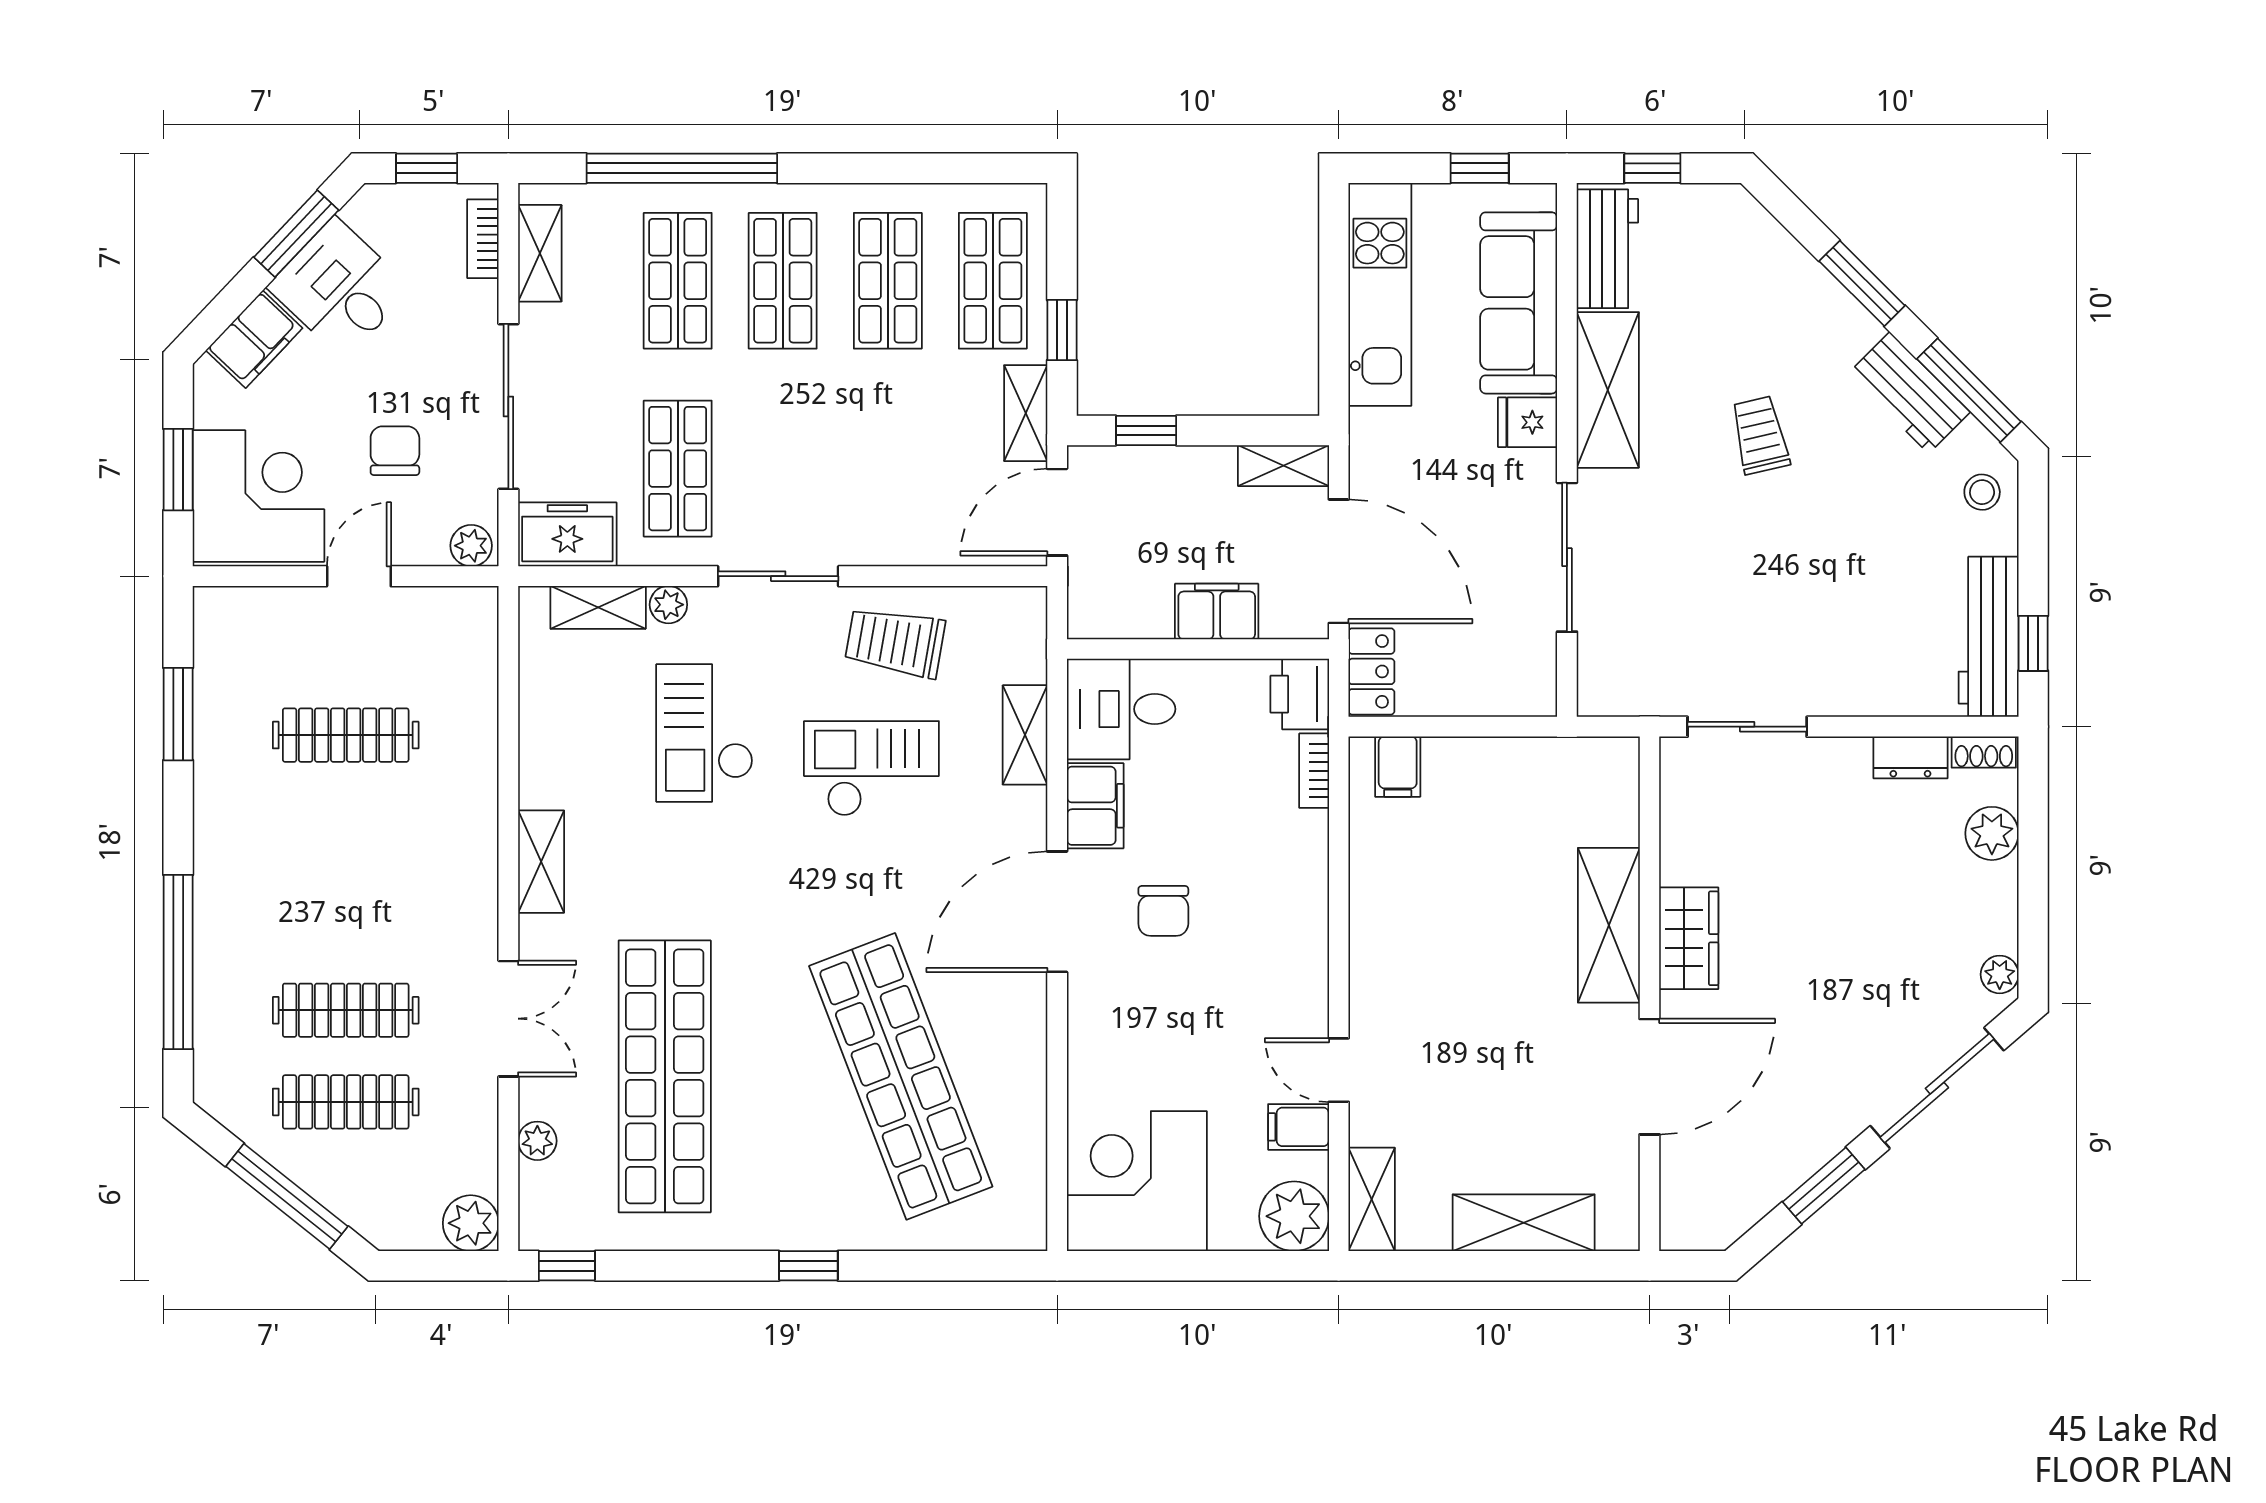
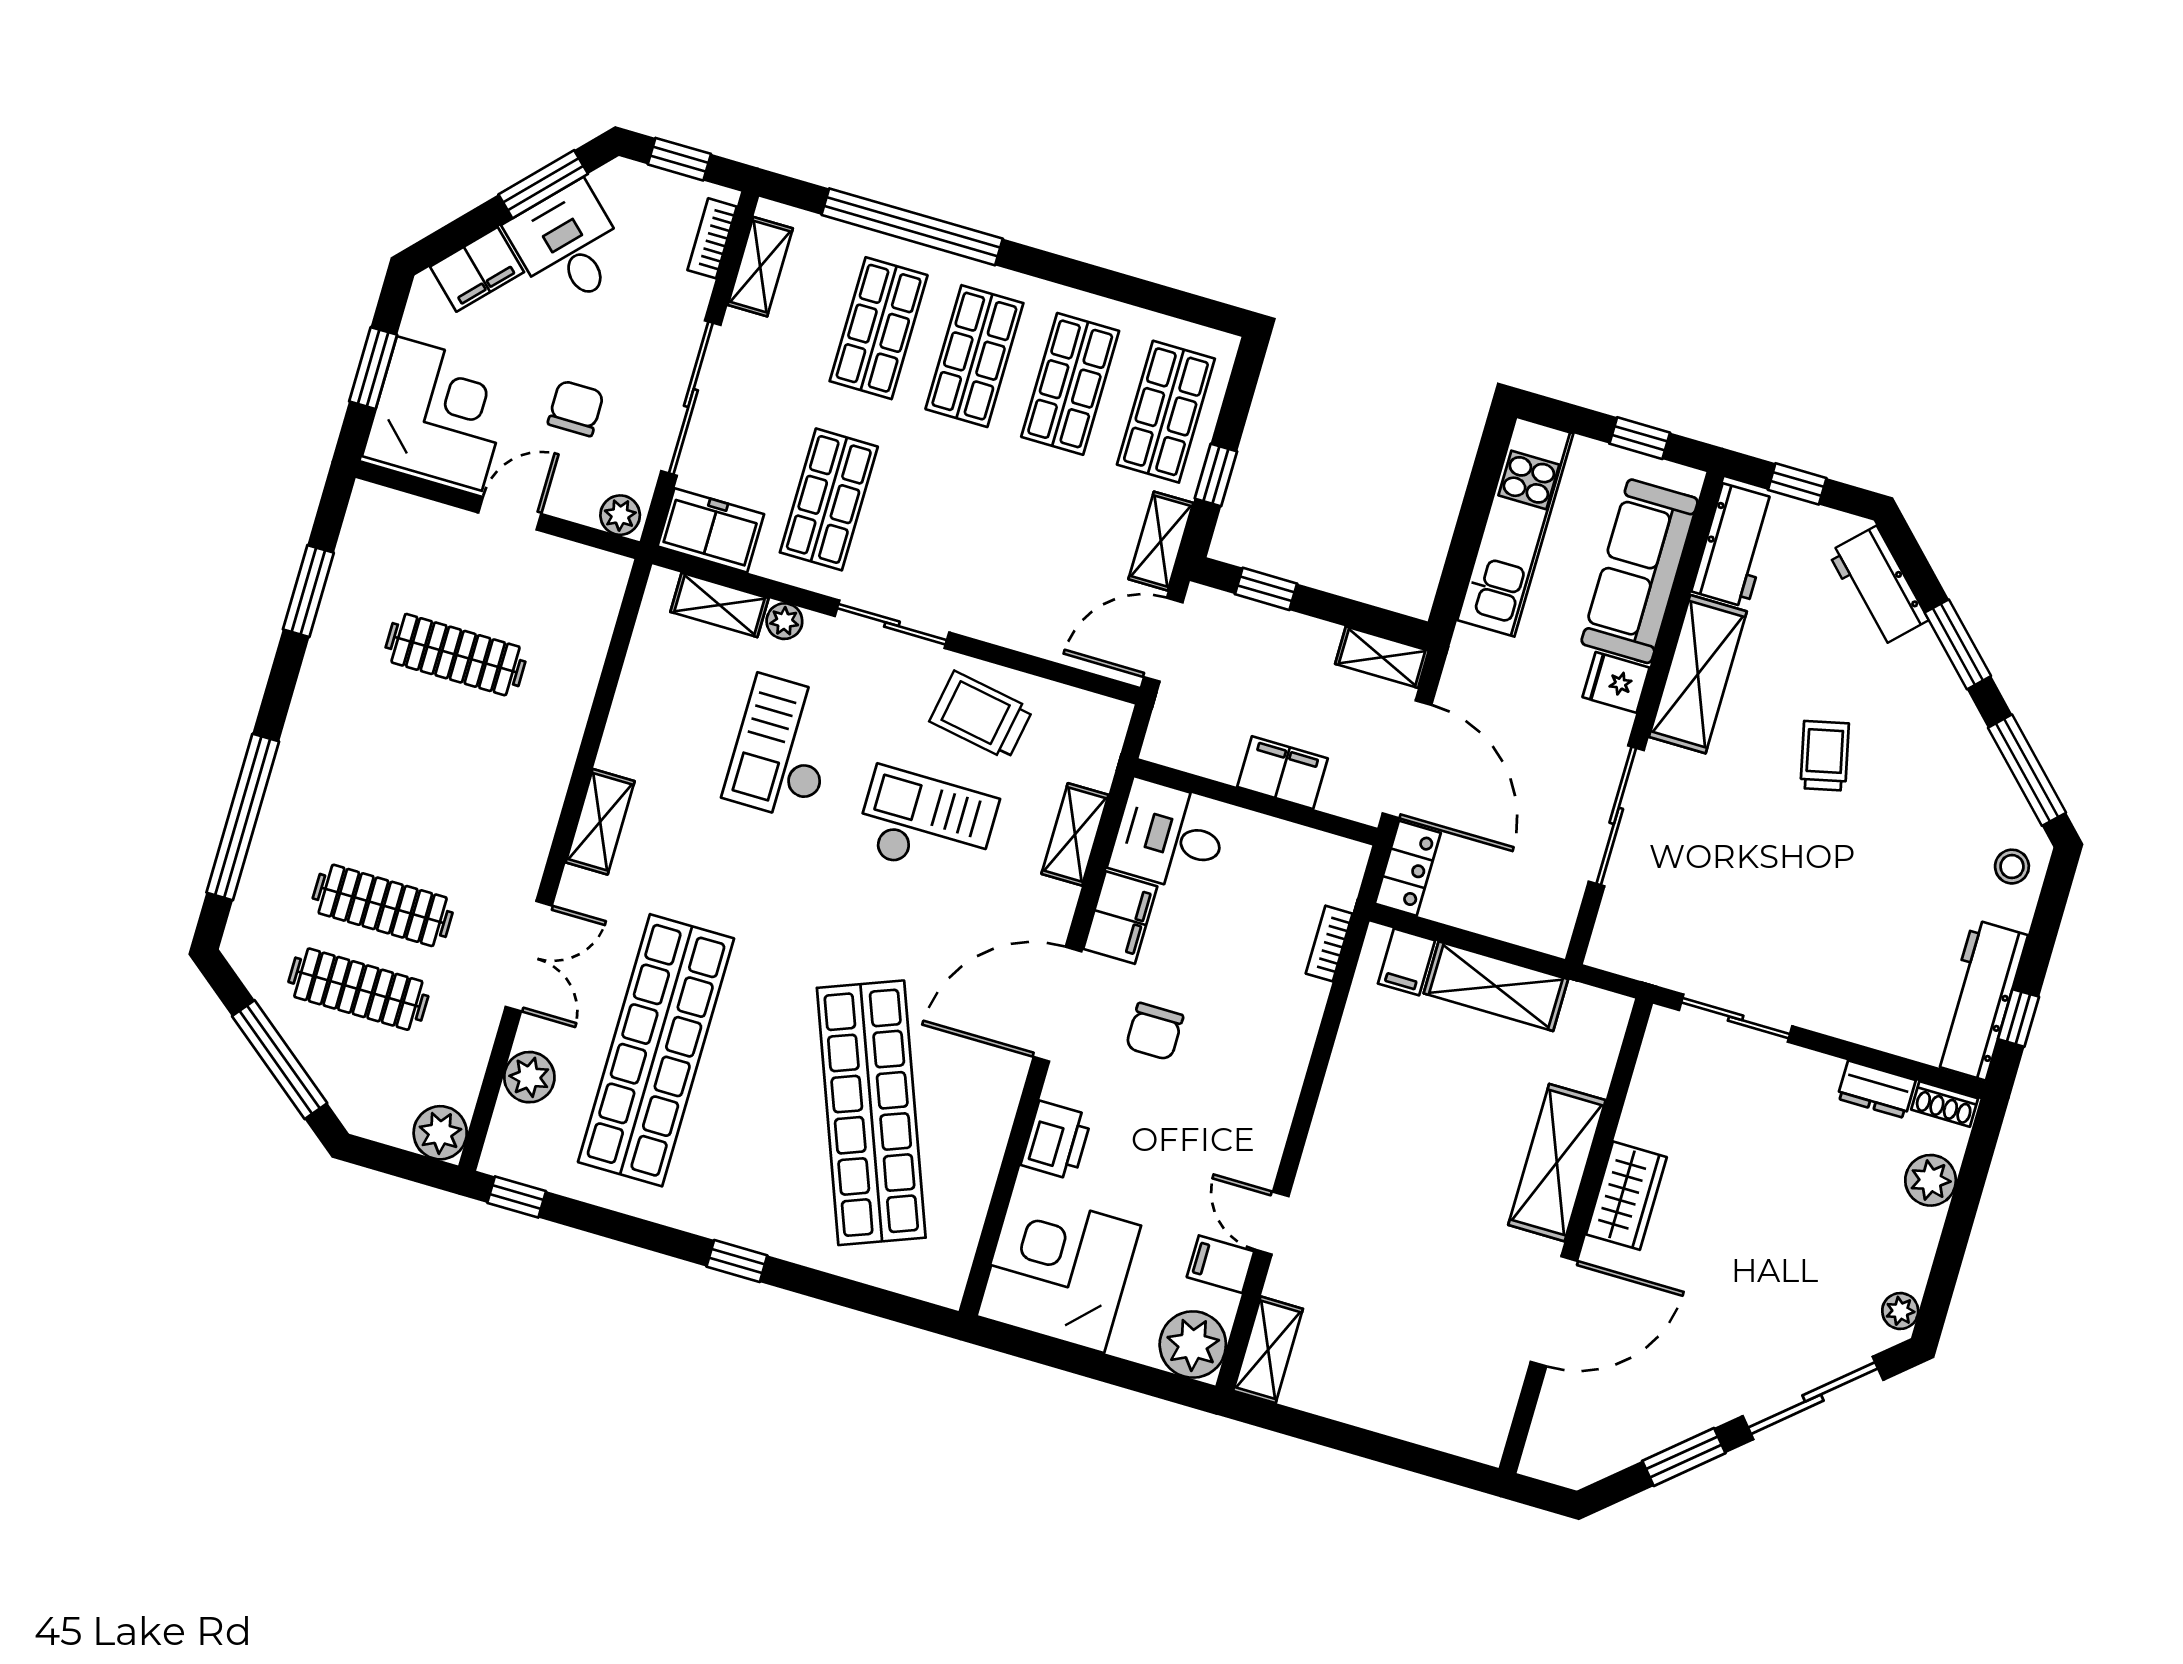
workbench: (1909, 393) -> (1878, 586), moved
printer: (1300, 694) -> (1056, 1140), moved, turned 180
plant: (537, 1141) -> (529, 1077), width x1.38, depth x1.38
shelving: (1524, 1223) -> (1496, 986), moved

